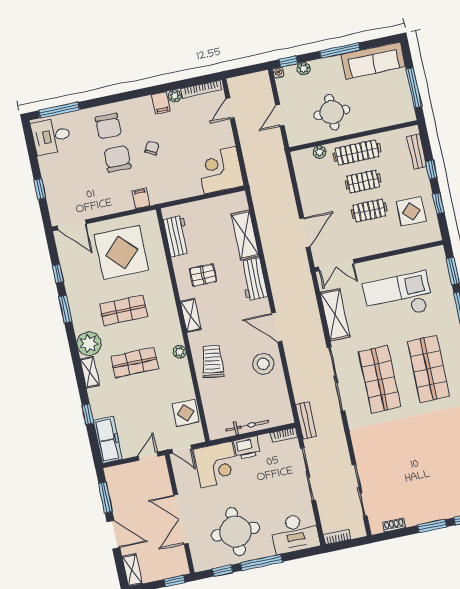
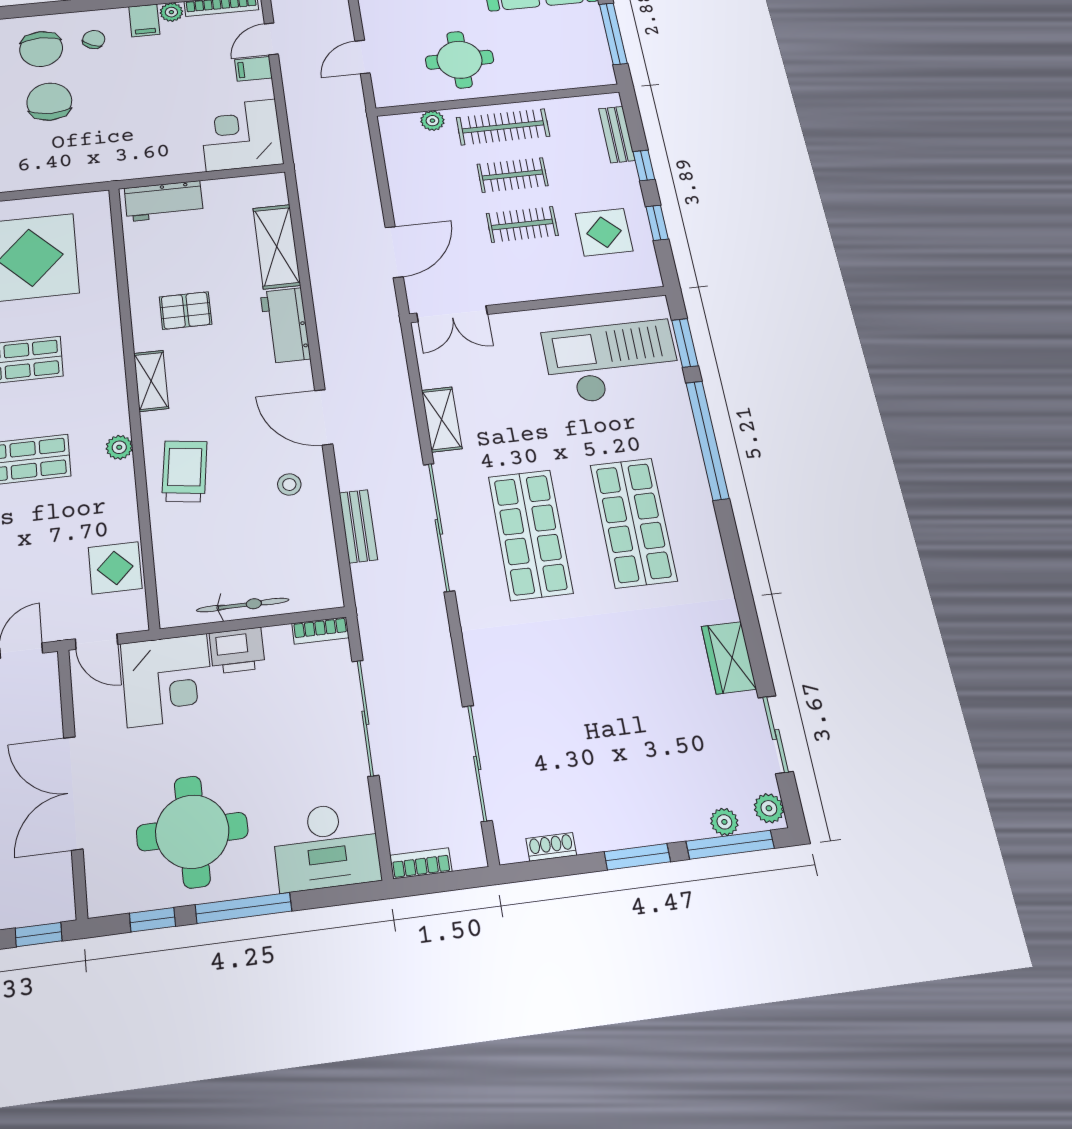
chair: (152, 148) -> (94, 39), moved
filing cabinet: (141, 198) -> (253, 69), moved, turned -90
workbench: (177, 236) -> (164, 201), moved, turned 90
checkout: (398, 297) -> (612, 362), moved
shelving: (335, 315) -> (442, 419), width x0.67, depth x0.75
stool: (263, 364) -> (289, 485), width x0.53, depth x0.53
bench: (306, 420) -> (358, 526), moved

